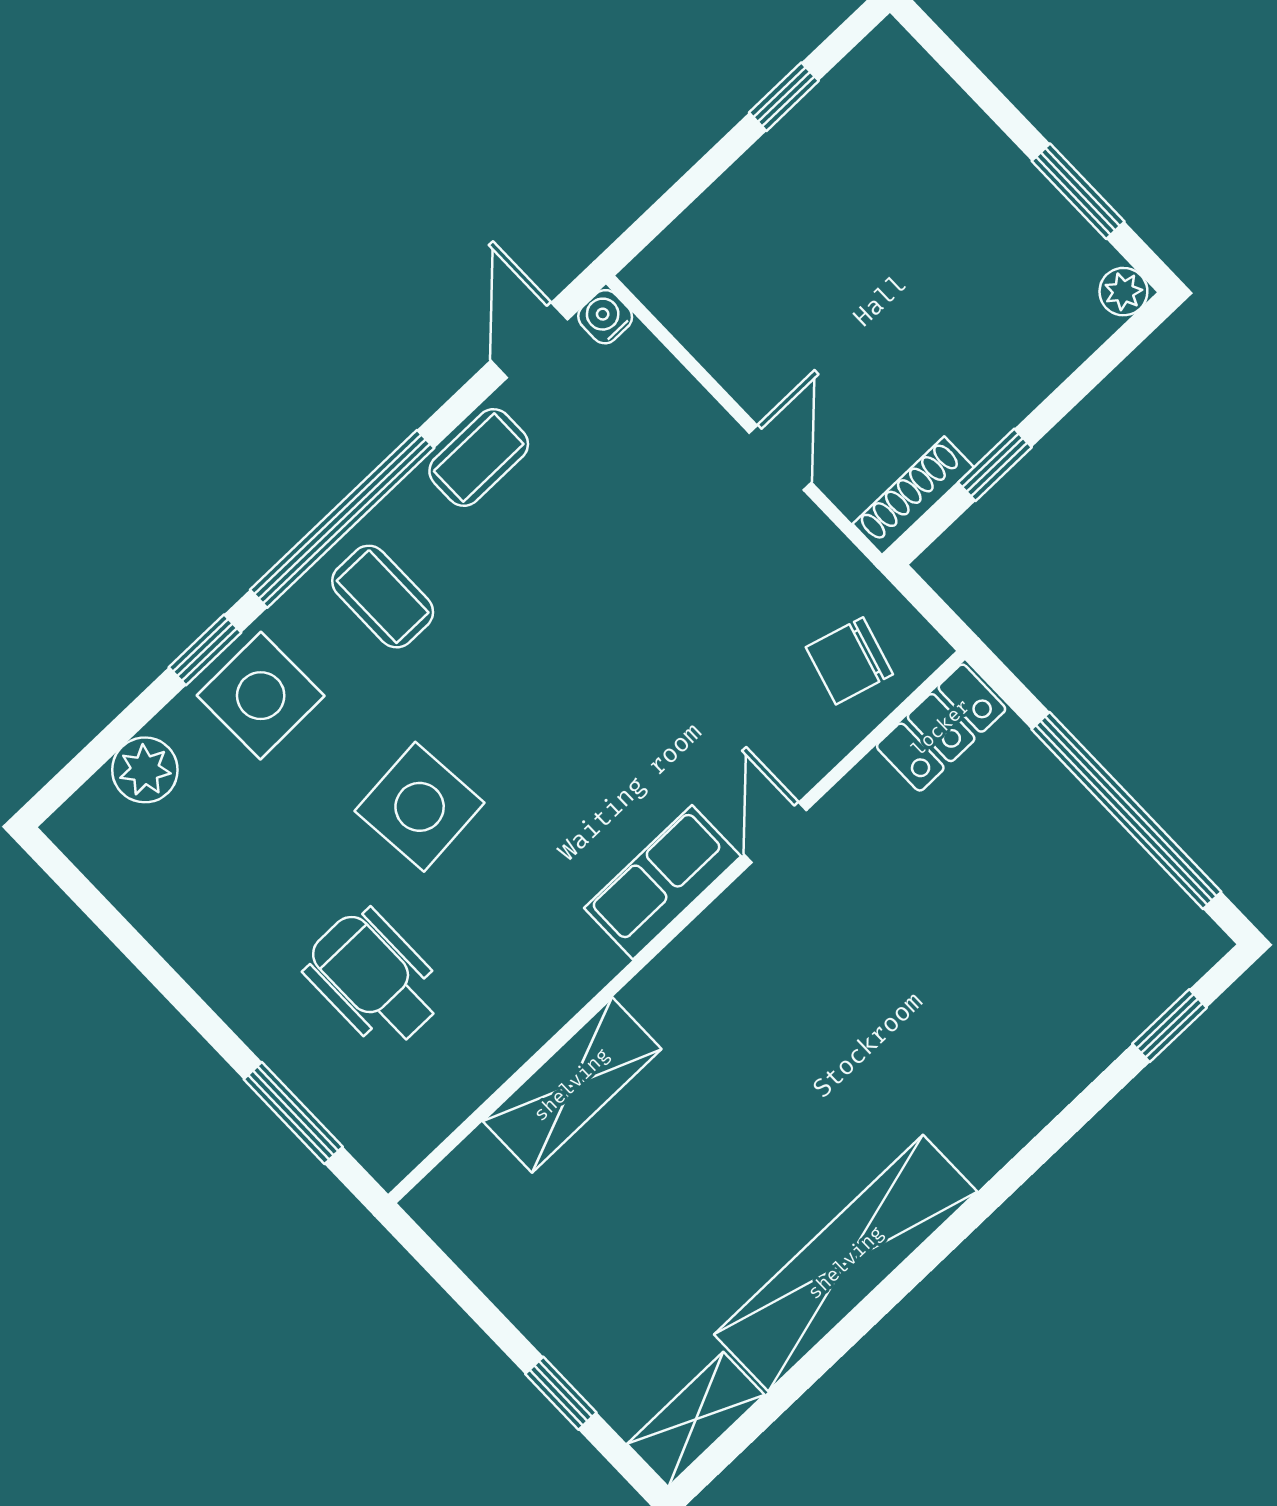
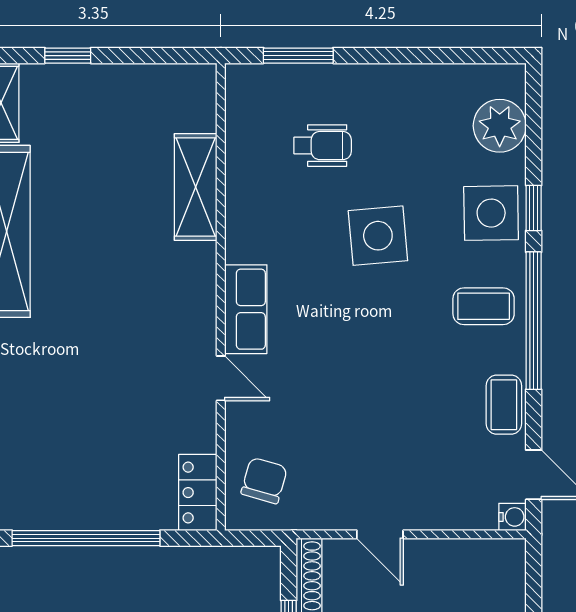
plant: (145, 770) -> (500, 126), width x1.36, depth x1.36
wheelchair: (374, 979) -> (323, 146), width x0.73, depth x0.73

